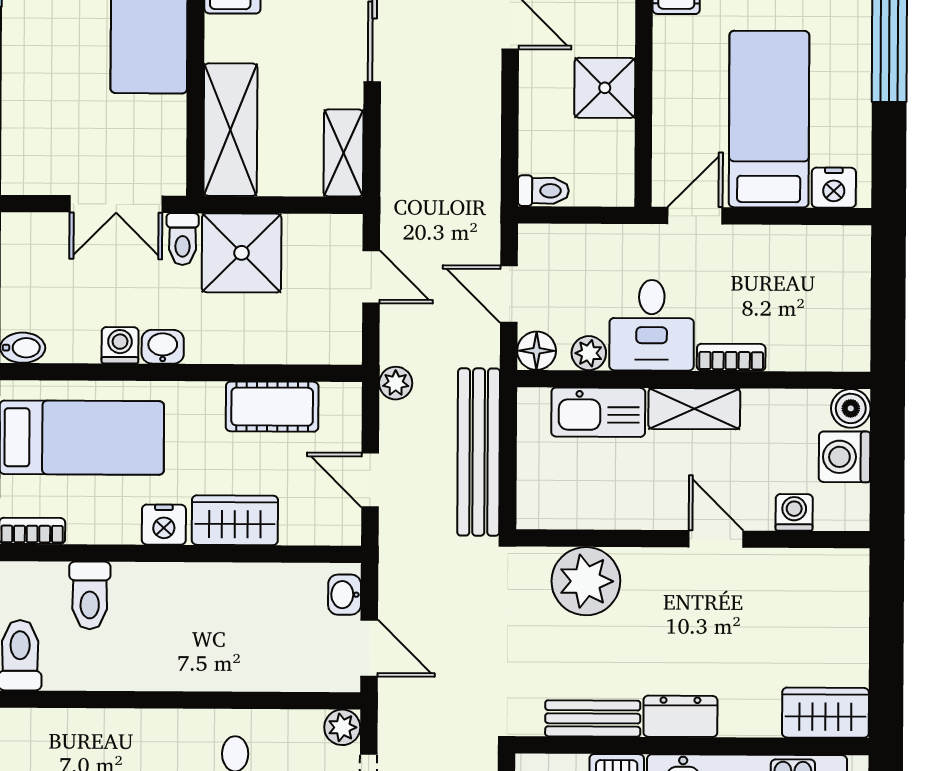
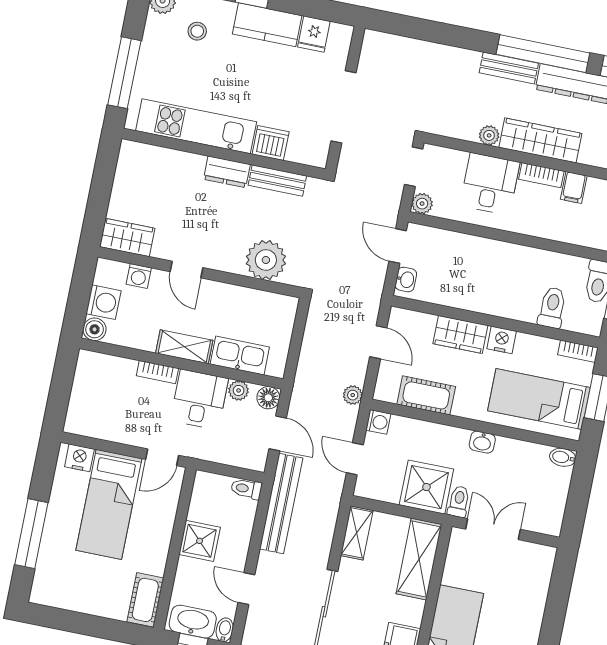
washing machine: (120, 345) -> (378, 422), moved, turned -90
bench: (479, 452) -> (281, 503), moved
wardrobe: (825, 713) -> (127, 238), moved, turned 180

